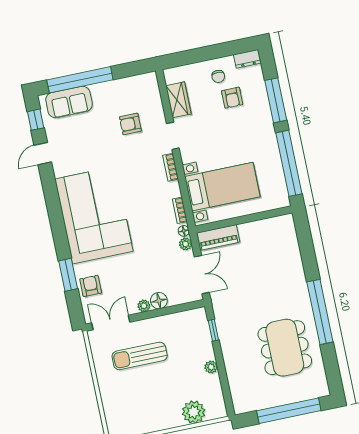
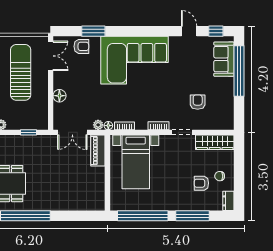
wardrobe: (178, 100) -> (215, 142), width x1.50
plant: (144, 306) -> (58, 84), removed
sun lounger: (140, 356) -> (21, 72), width x1.36, depth x1.34

